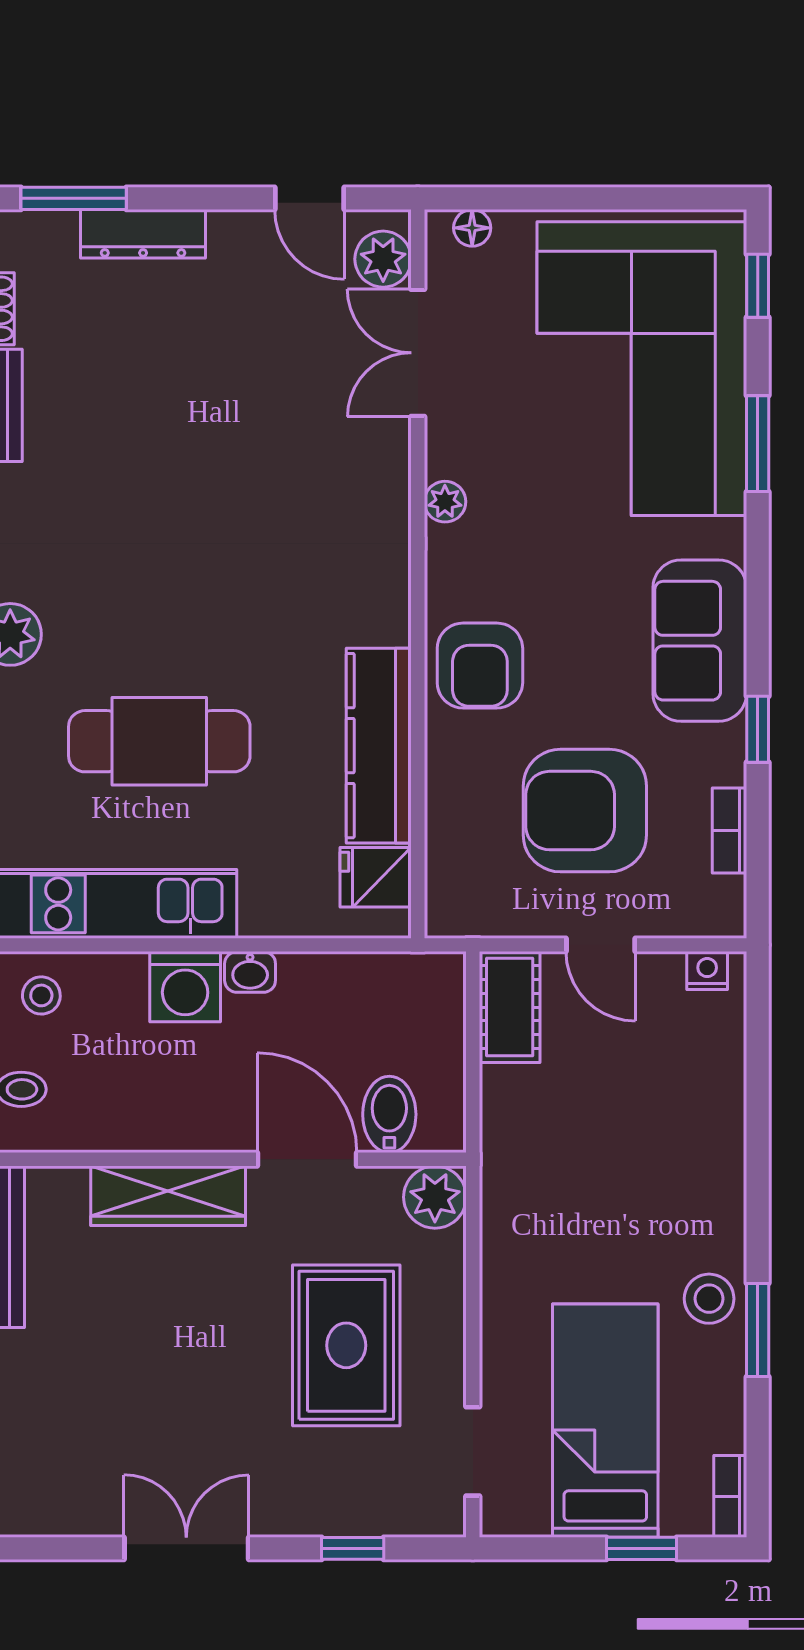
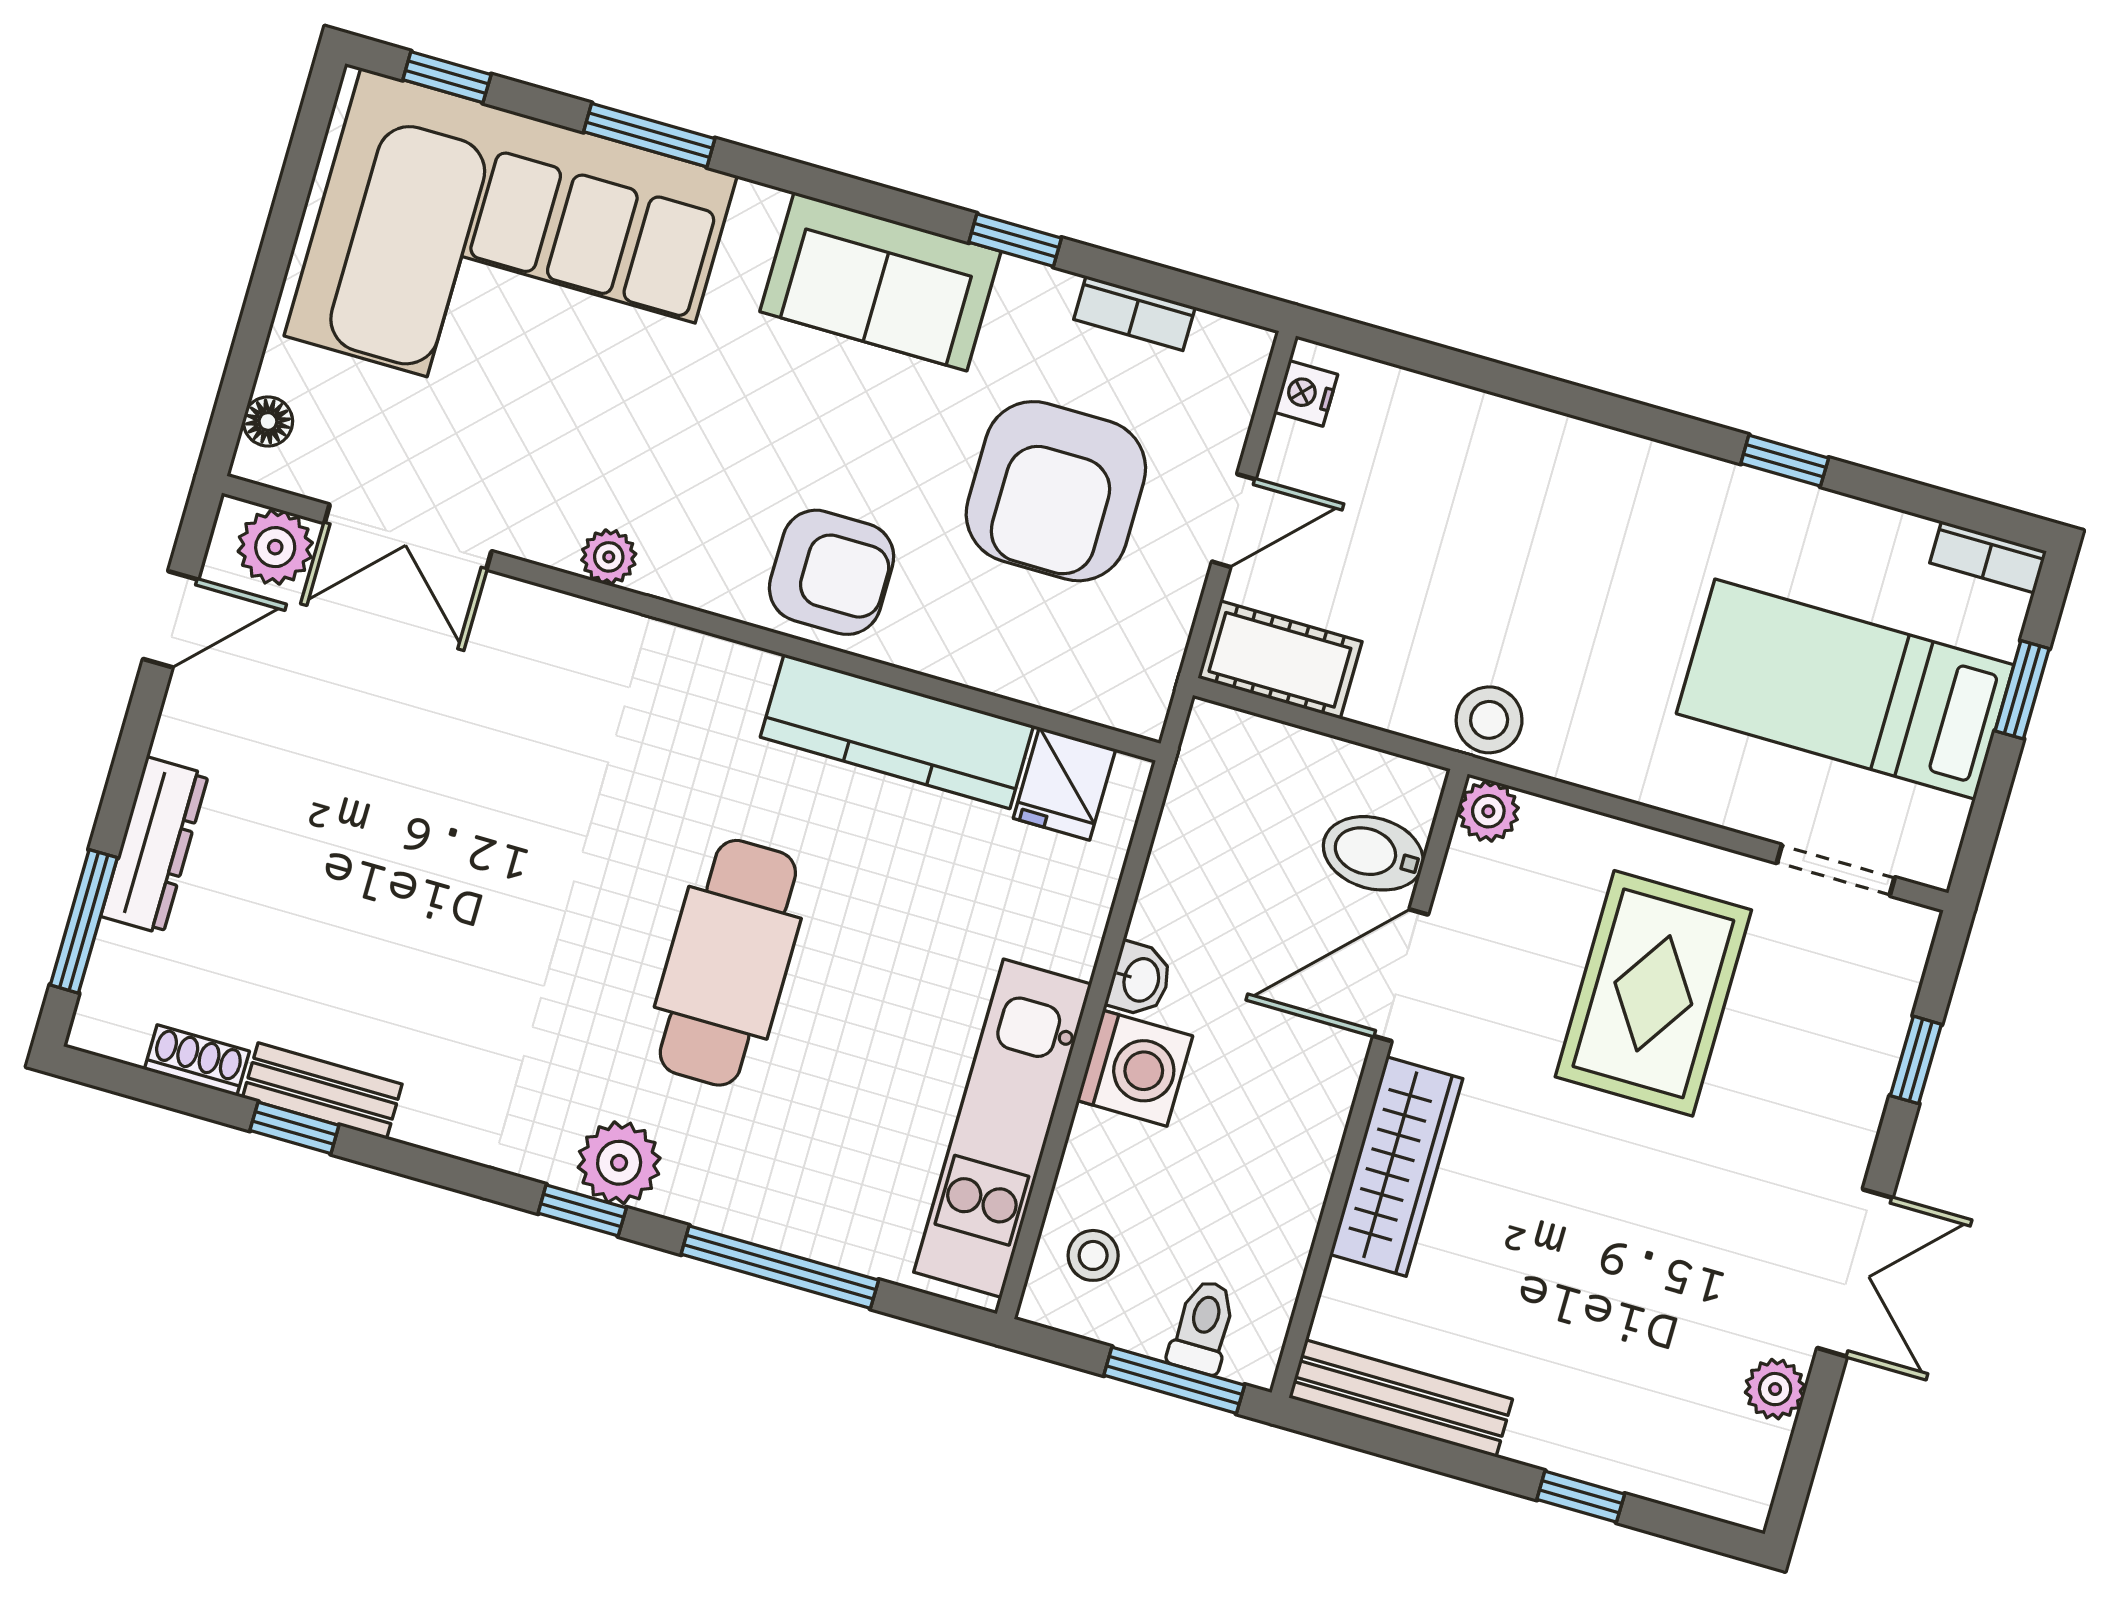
cafe table: (159, 741) -> (728, 963), moved
plant: (435, 1197) -> (1488, 811), width x0.73, depth x0.73
stool: (709, 1299) -> (1489, 720), moved
window: (758, 1330) -> (1785, 461), width x0.67
rug: (346, 1345) -> (1653, 993), turned 90
plant: (86, 1515) -> (1775, 1389), added
double door: (186, 1548) -> (1855, 1273), swing flipped

